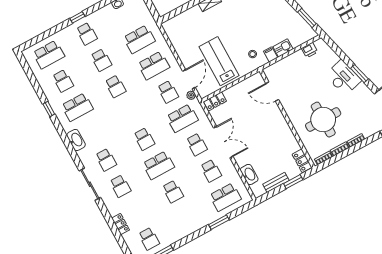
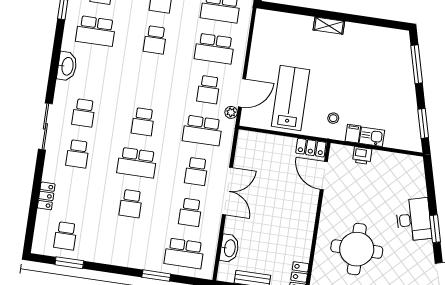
printer: (310, 50) -> (362, 156), moved
locker: (215, 101) -> (311, 148), moved

